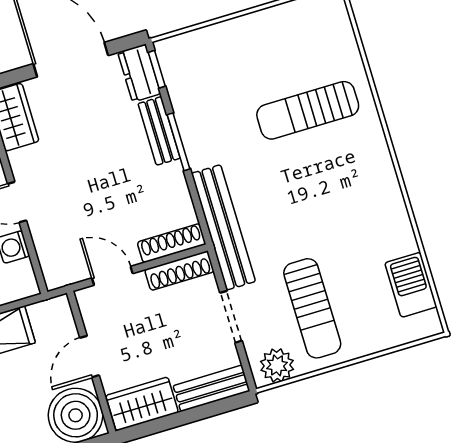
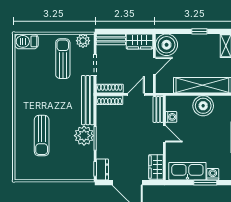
sun lounger: (308, 110) -> (42, 136), turned 90
bench: (159, 131) -> (158, 109), moved
plant: (207, 140) -> (84, 136), added
door: (112, 276) -> (136, 94), swing flipped
barbecue: (411, 285) -> (26, 41), moved, turned 90

